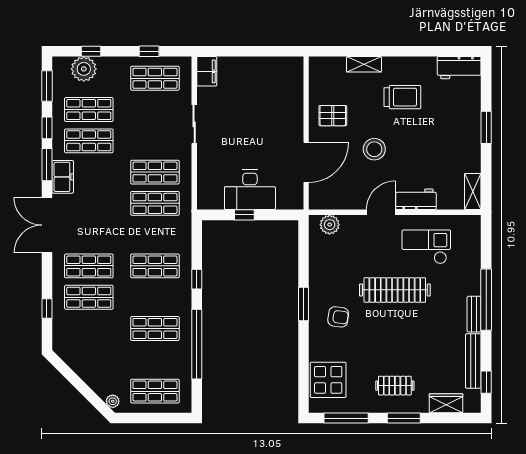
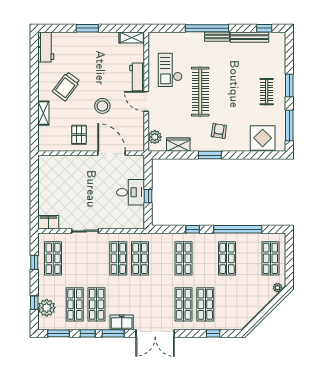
trolley: (402, 97) -> (66, 86), turned -143
desk: (250, 190) -> (131, 192), width x0.73
wardrobe: (446, 403) -> (178, 145), moved, turned 90

